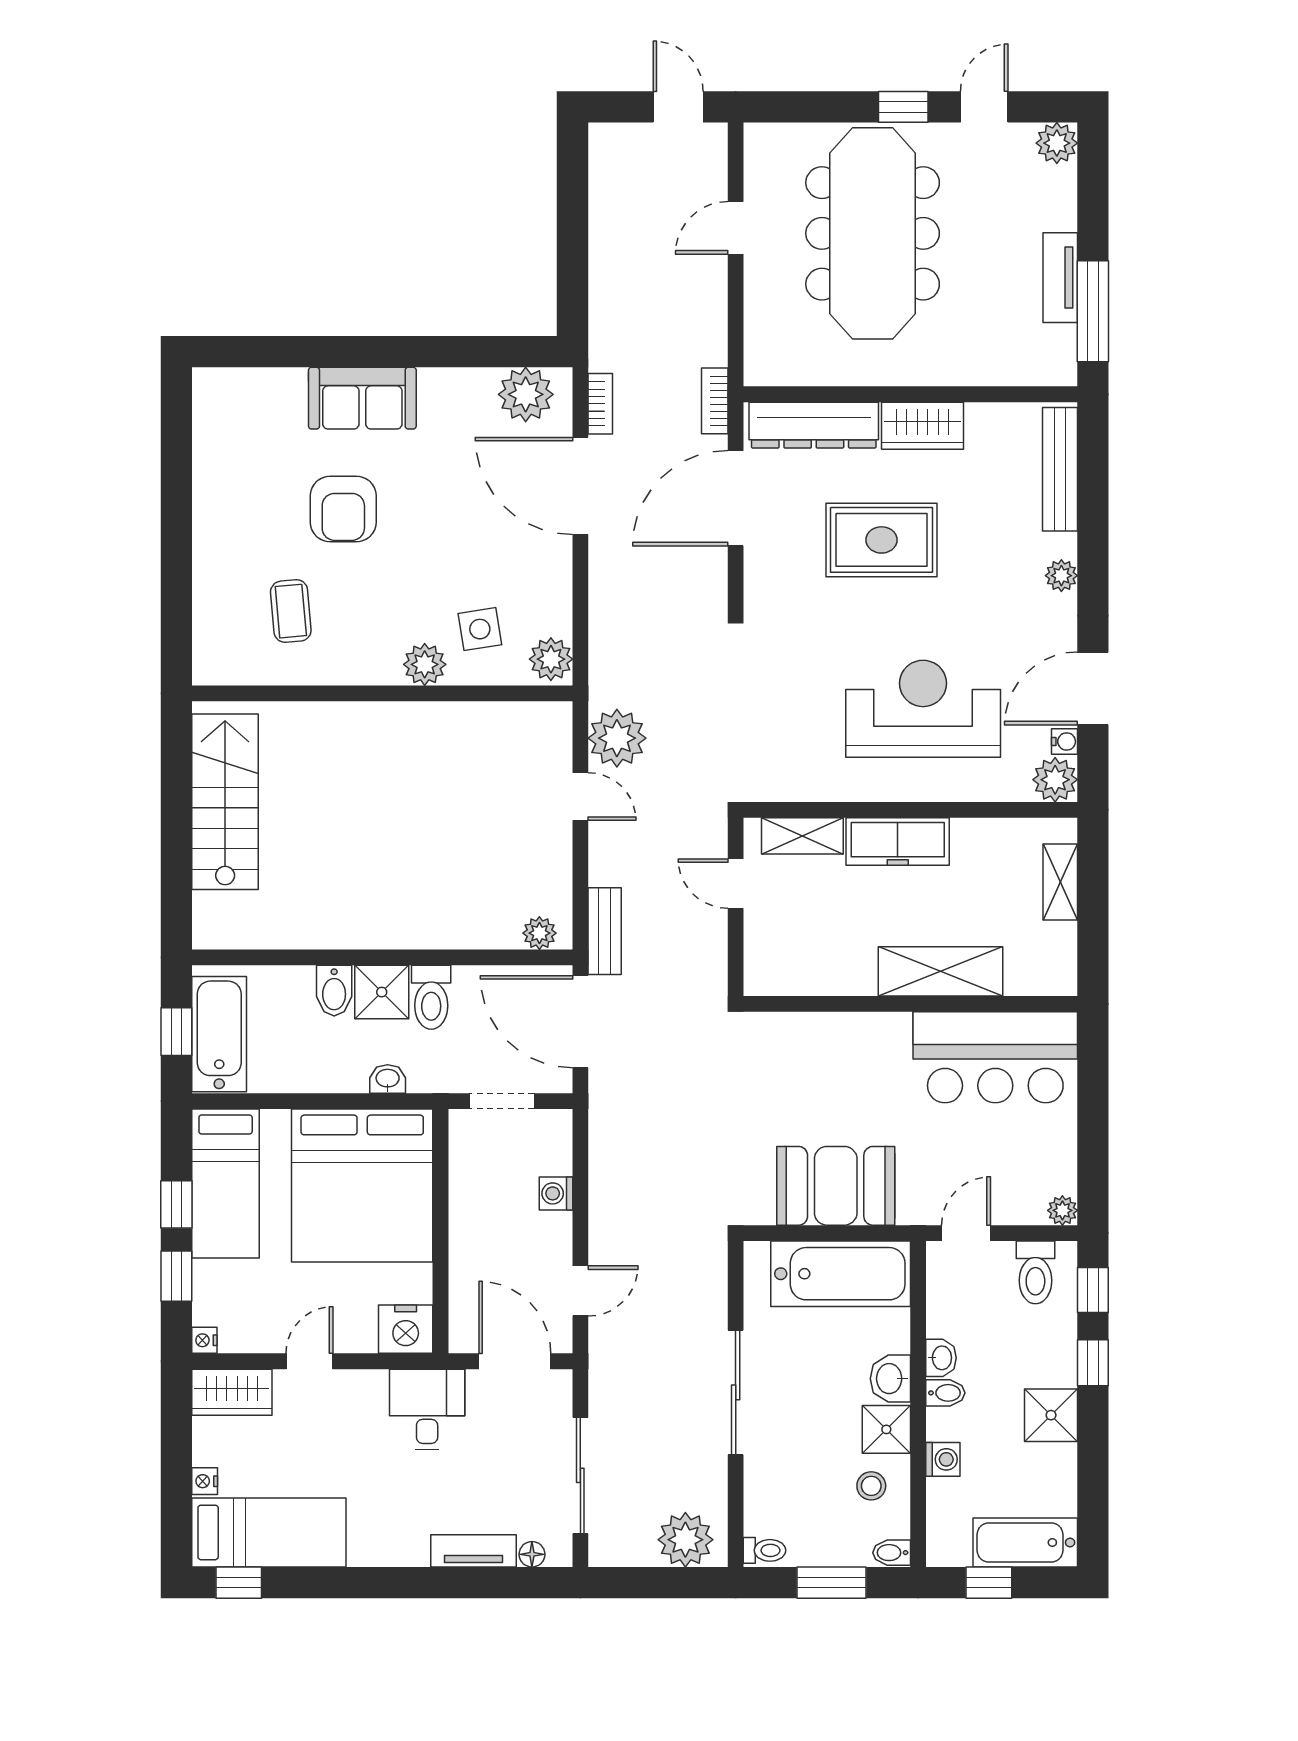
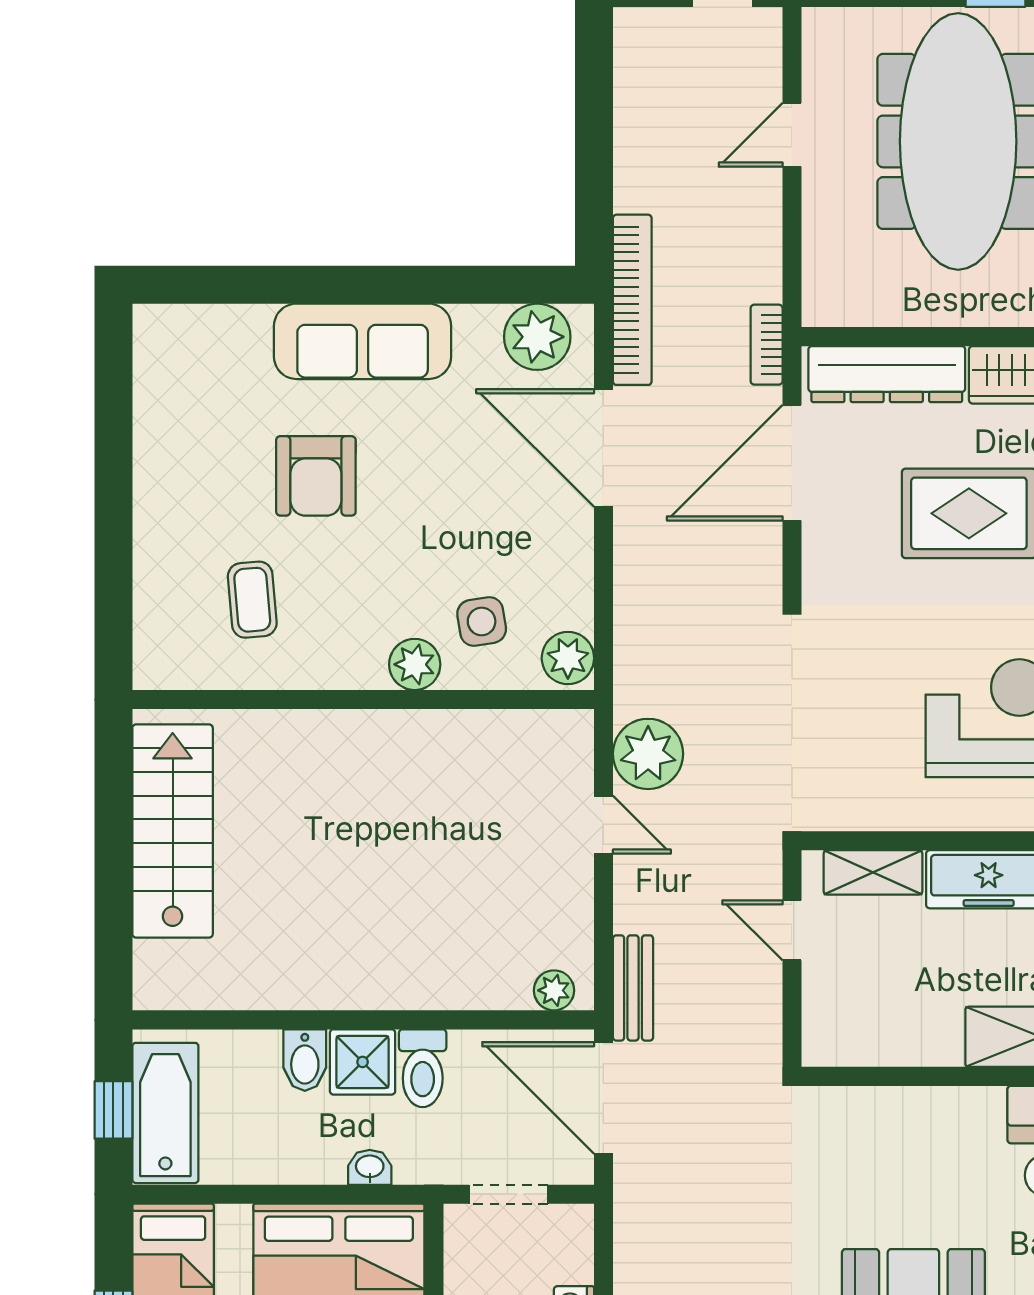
sofa: (362, 398) -> (363, 341), width x1.36
bookcase: (600, 404) -> (632, 300), width x2.31, depth x1.31

